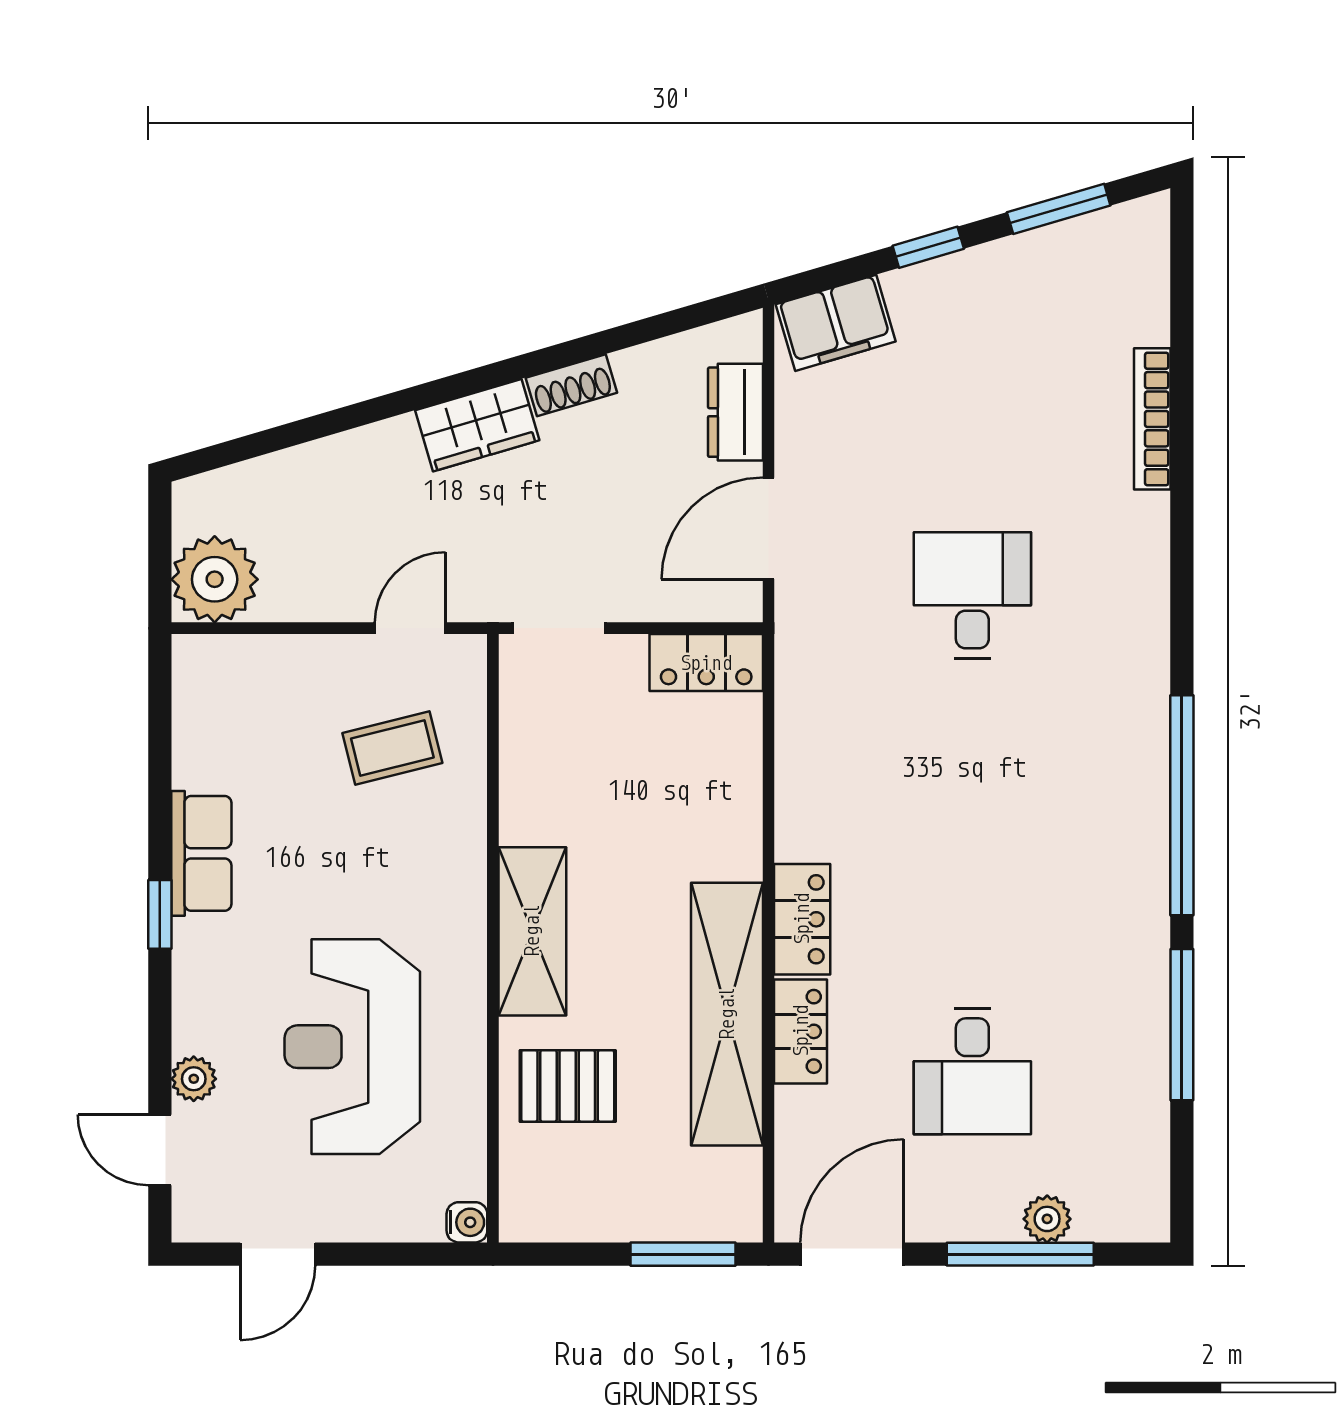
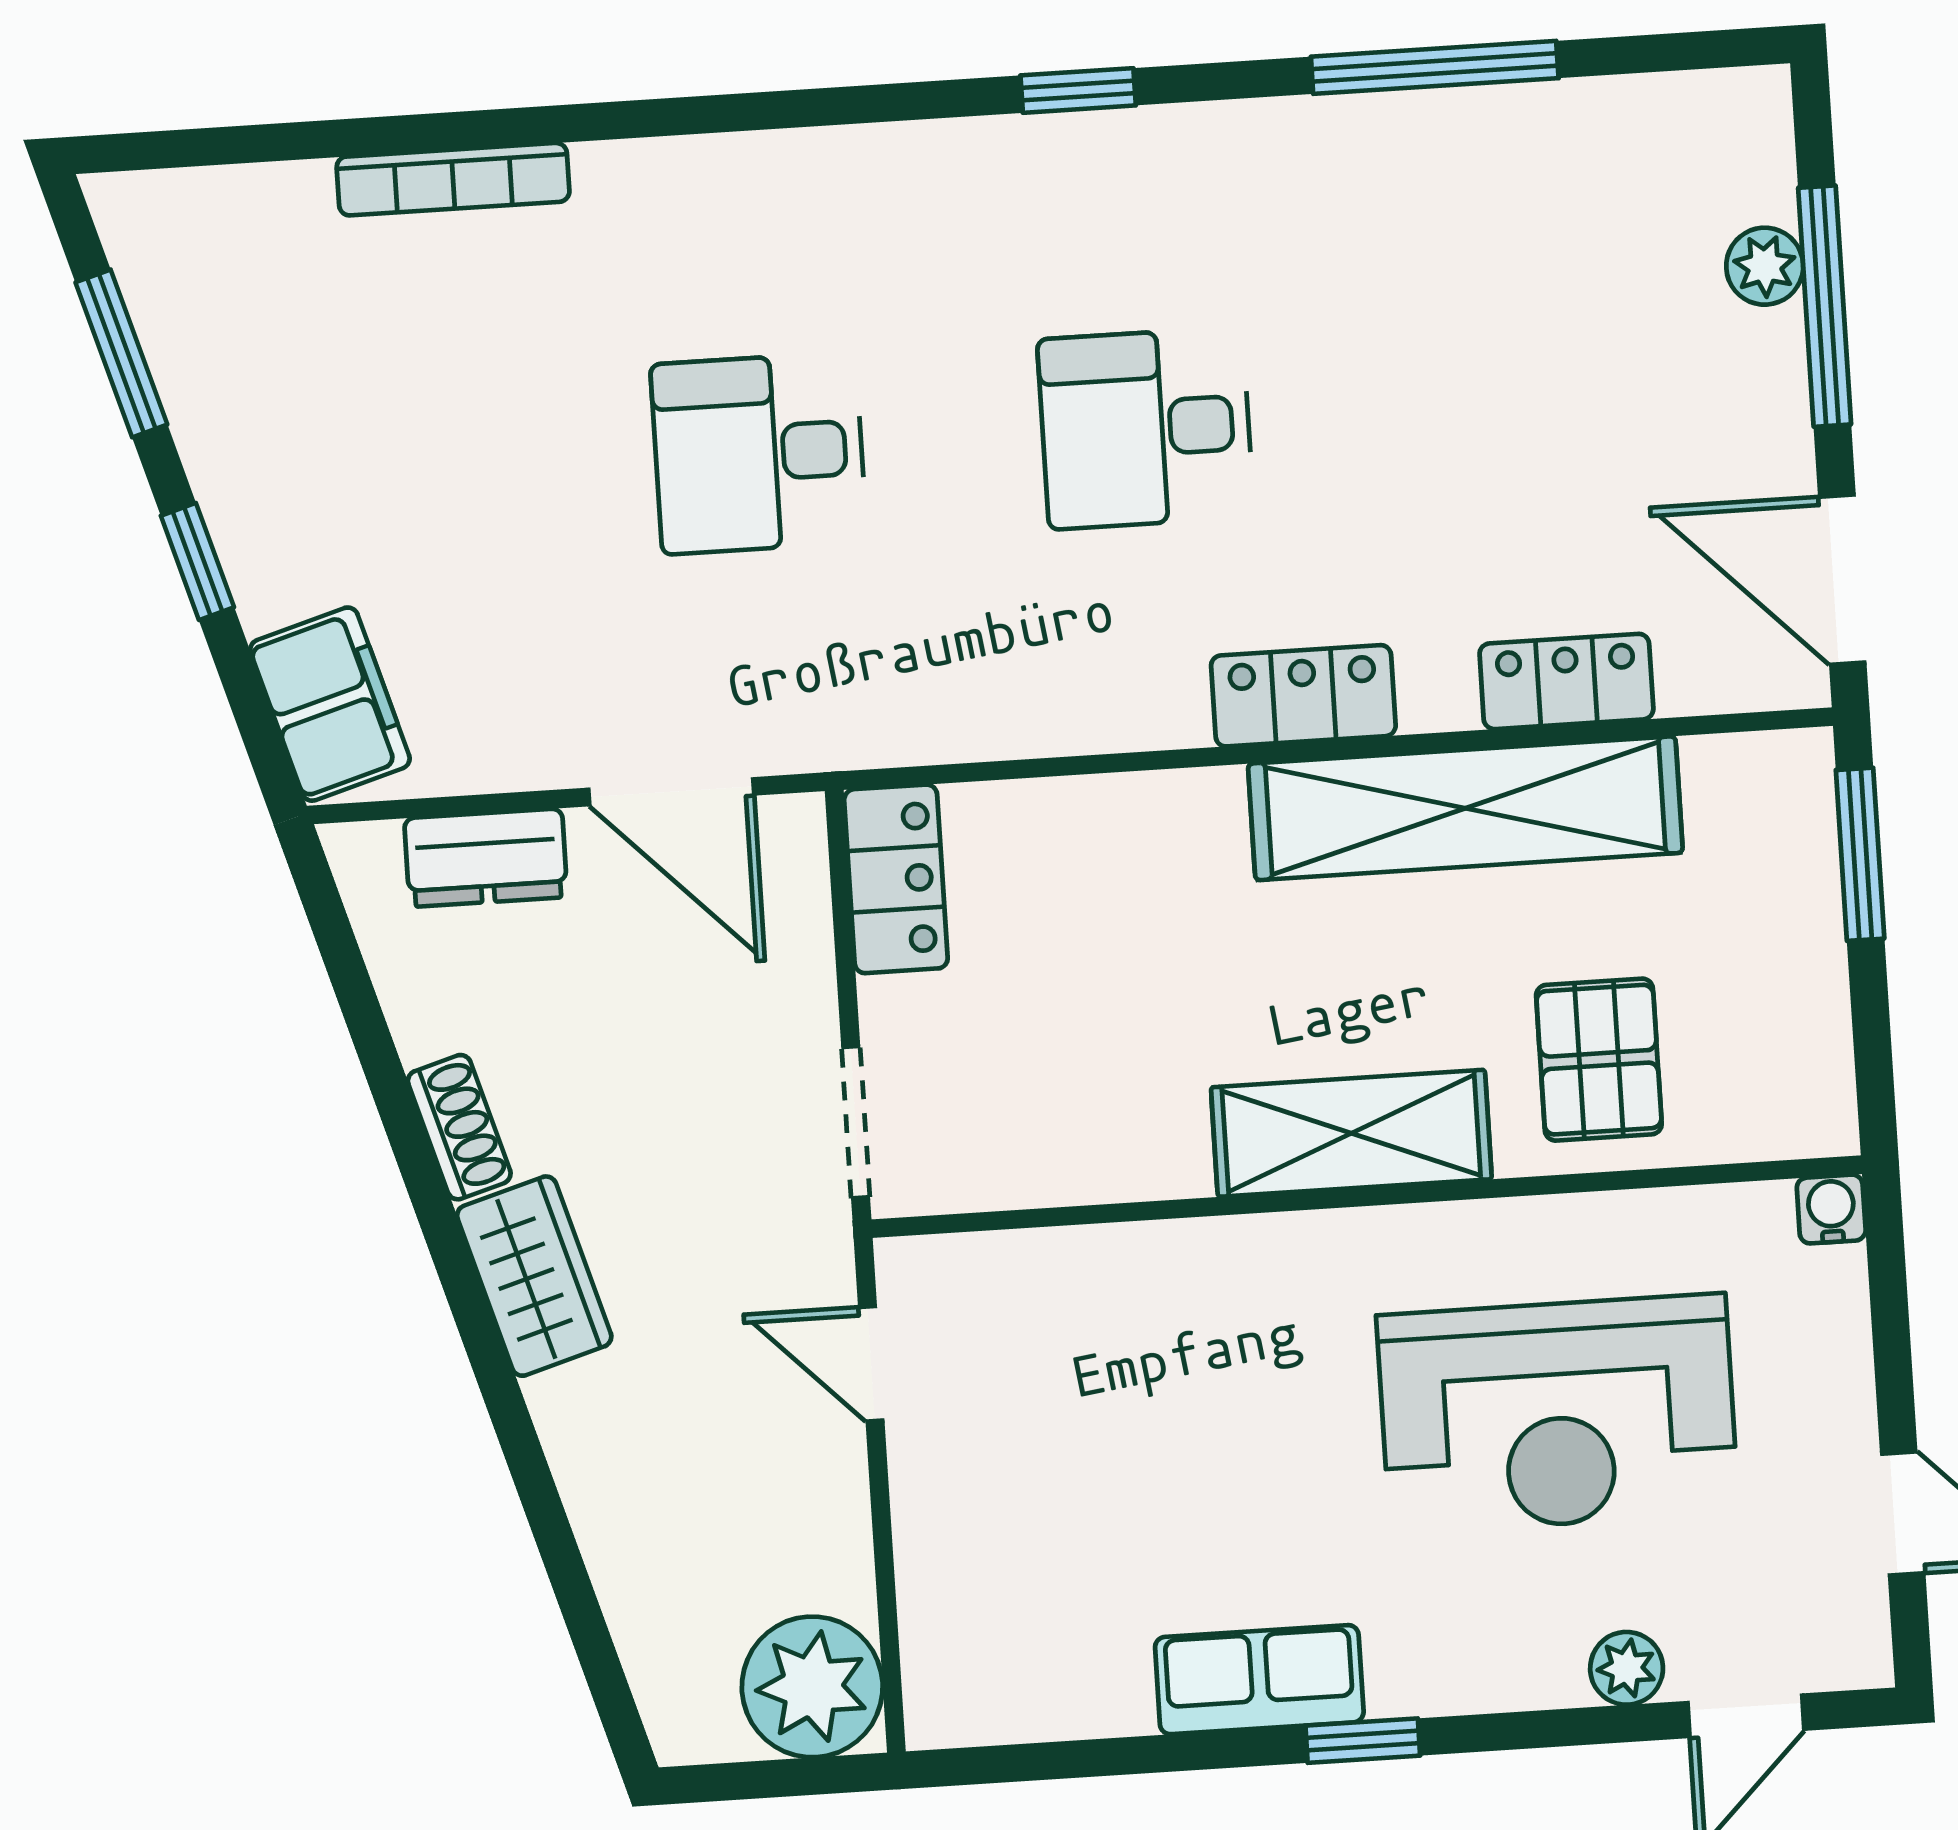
coffee table: (392, 748) -> (1068, 1380), removed
window: (1182, 805) -> (1078, 90), width x0.32
locker: (801, 1031) -> (1566, 681), moved
desk: (972, 1071) -> (1146, 428), moved, turned 180

